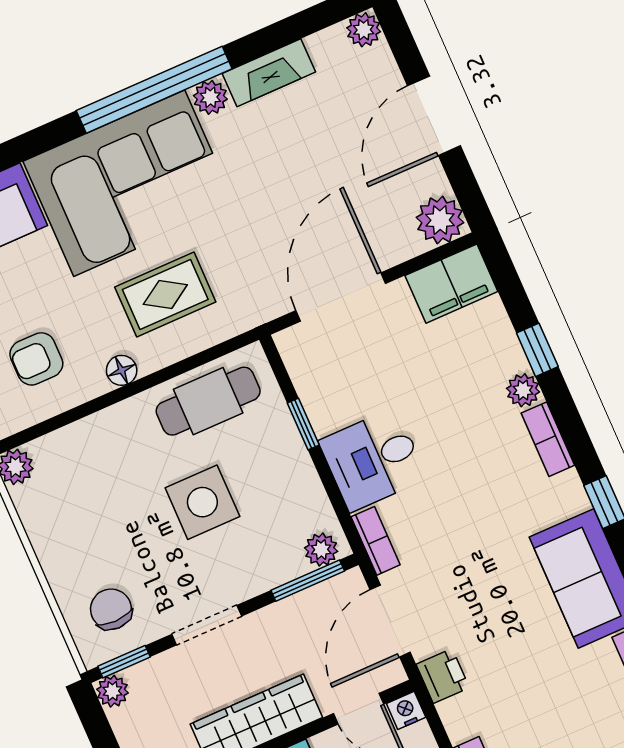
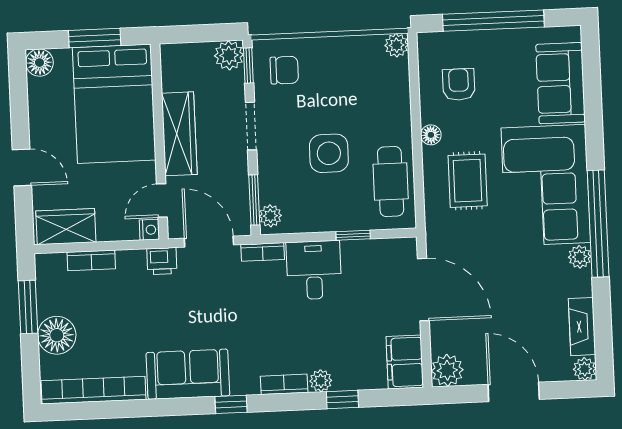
fireplace: (269, 73) -> (582, 327), moved
plant: (112, 691) -> (229, 55), width x1.38, depth x1.38

